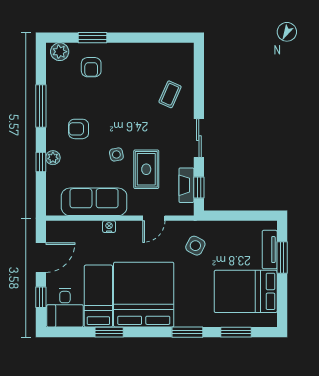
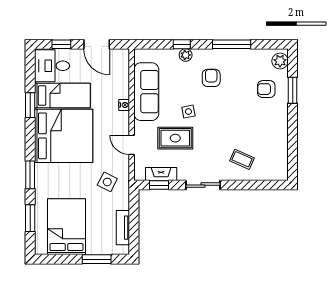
tv unit: (270, 250) -> (123, 228), moved, turned -90

